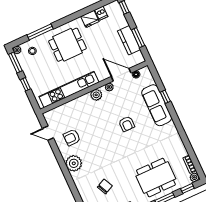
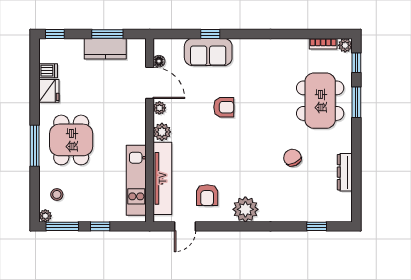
window: (40, 32) -> (35, 146), moved
door: (121, 75) -> (150, 83), swing flipped
kitchen unit: (69, 89) -> (136, 180), width x0.73
sofa: (157, 105) -> (208, 52), width x0.73
tv unit: (70, 107) -> (162, 178), added
chair: (105, 186) -> (292, 158), moved

